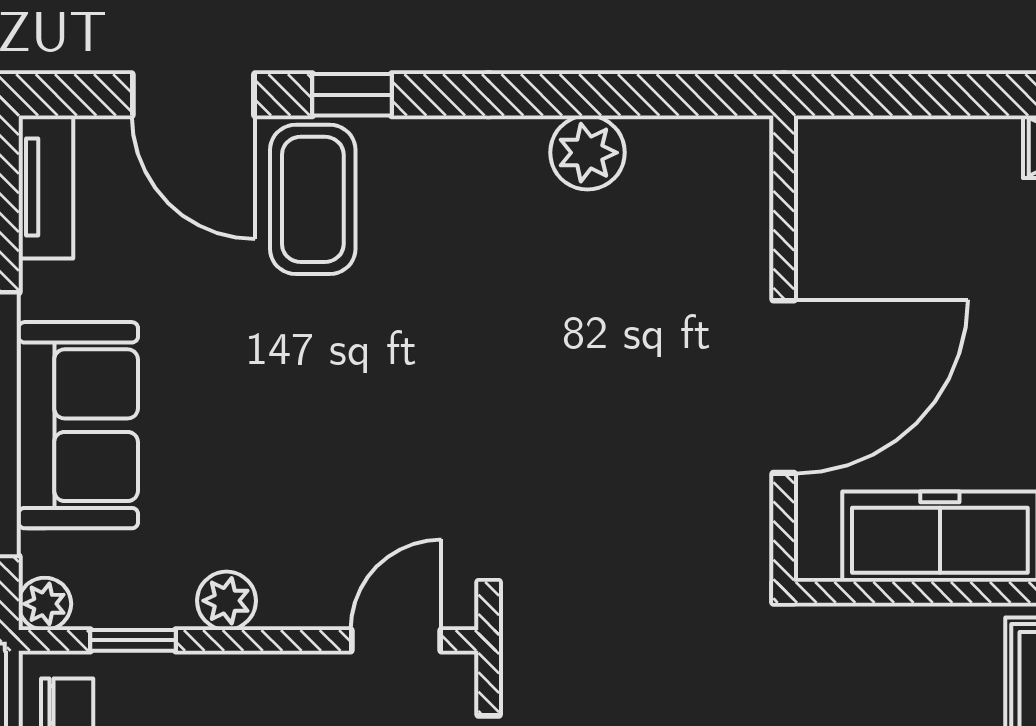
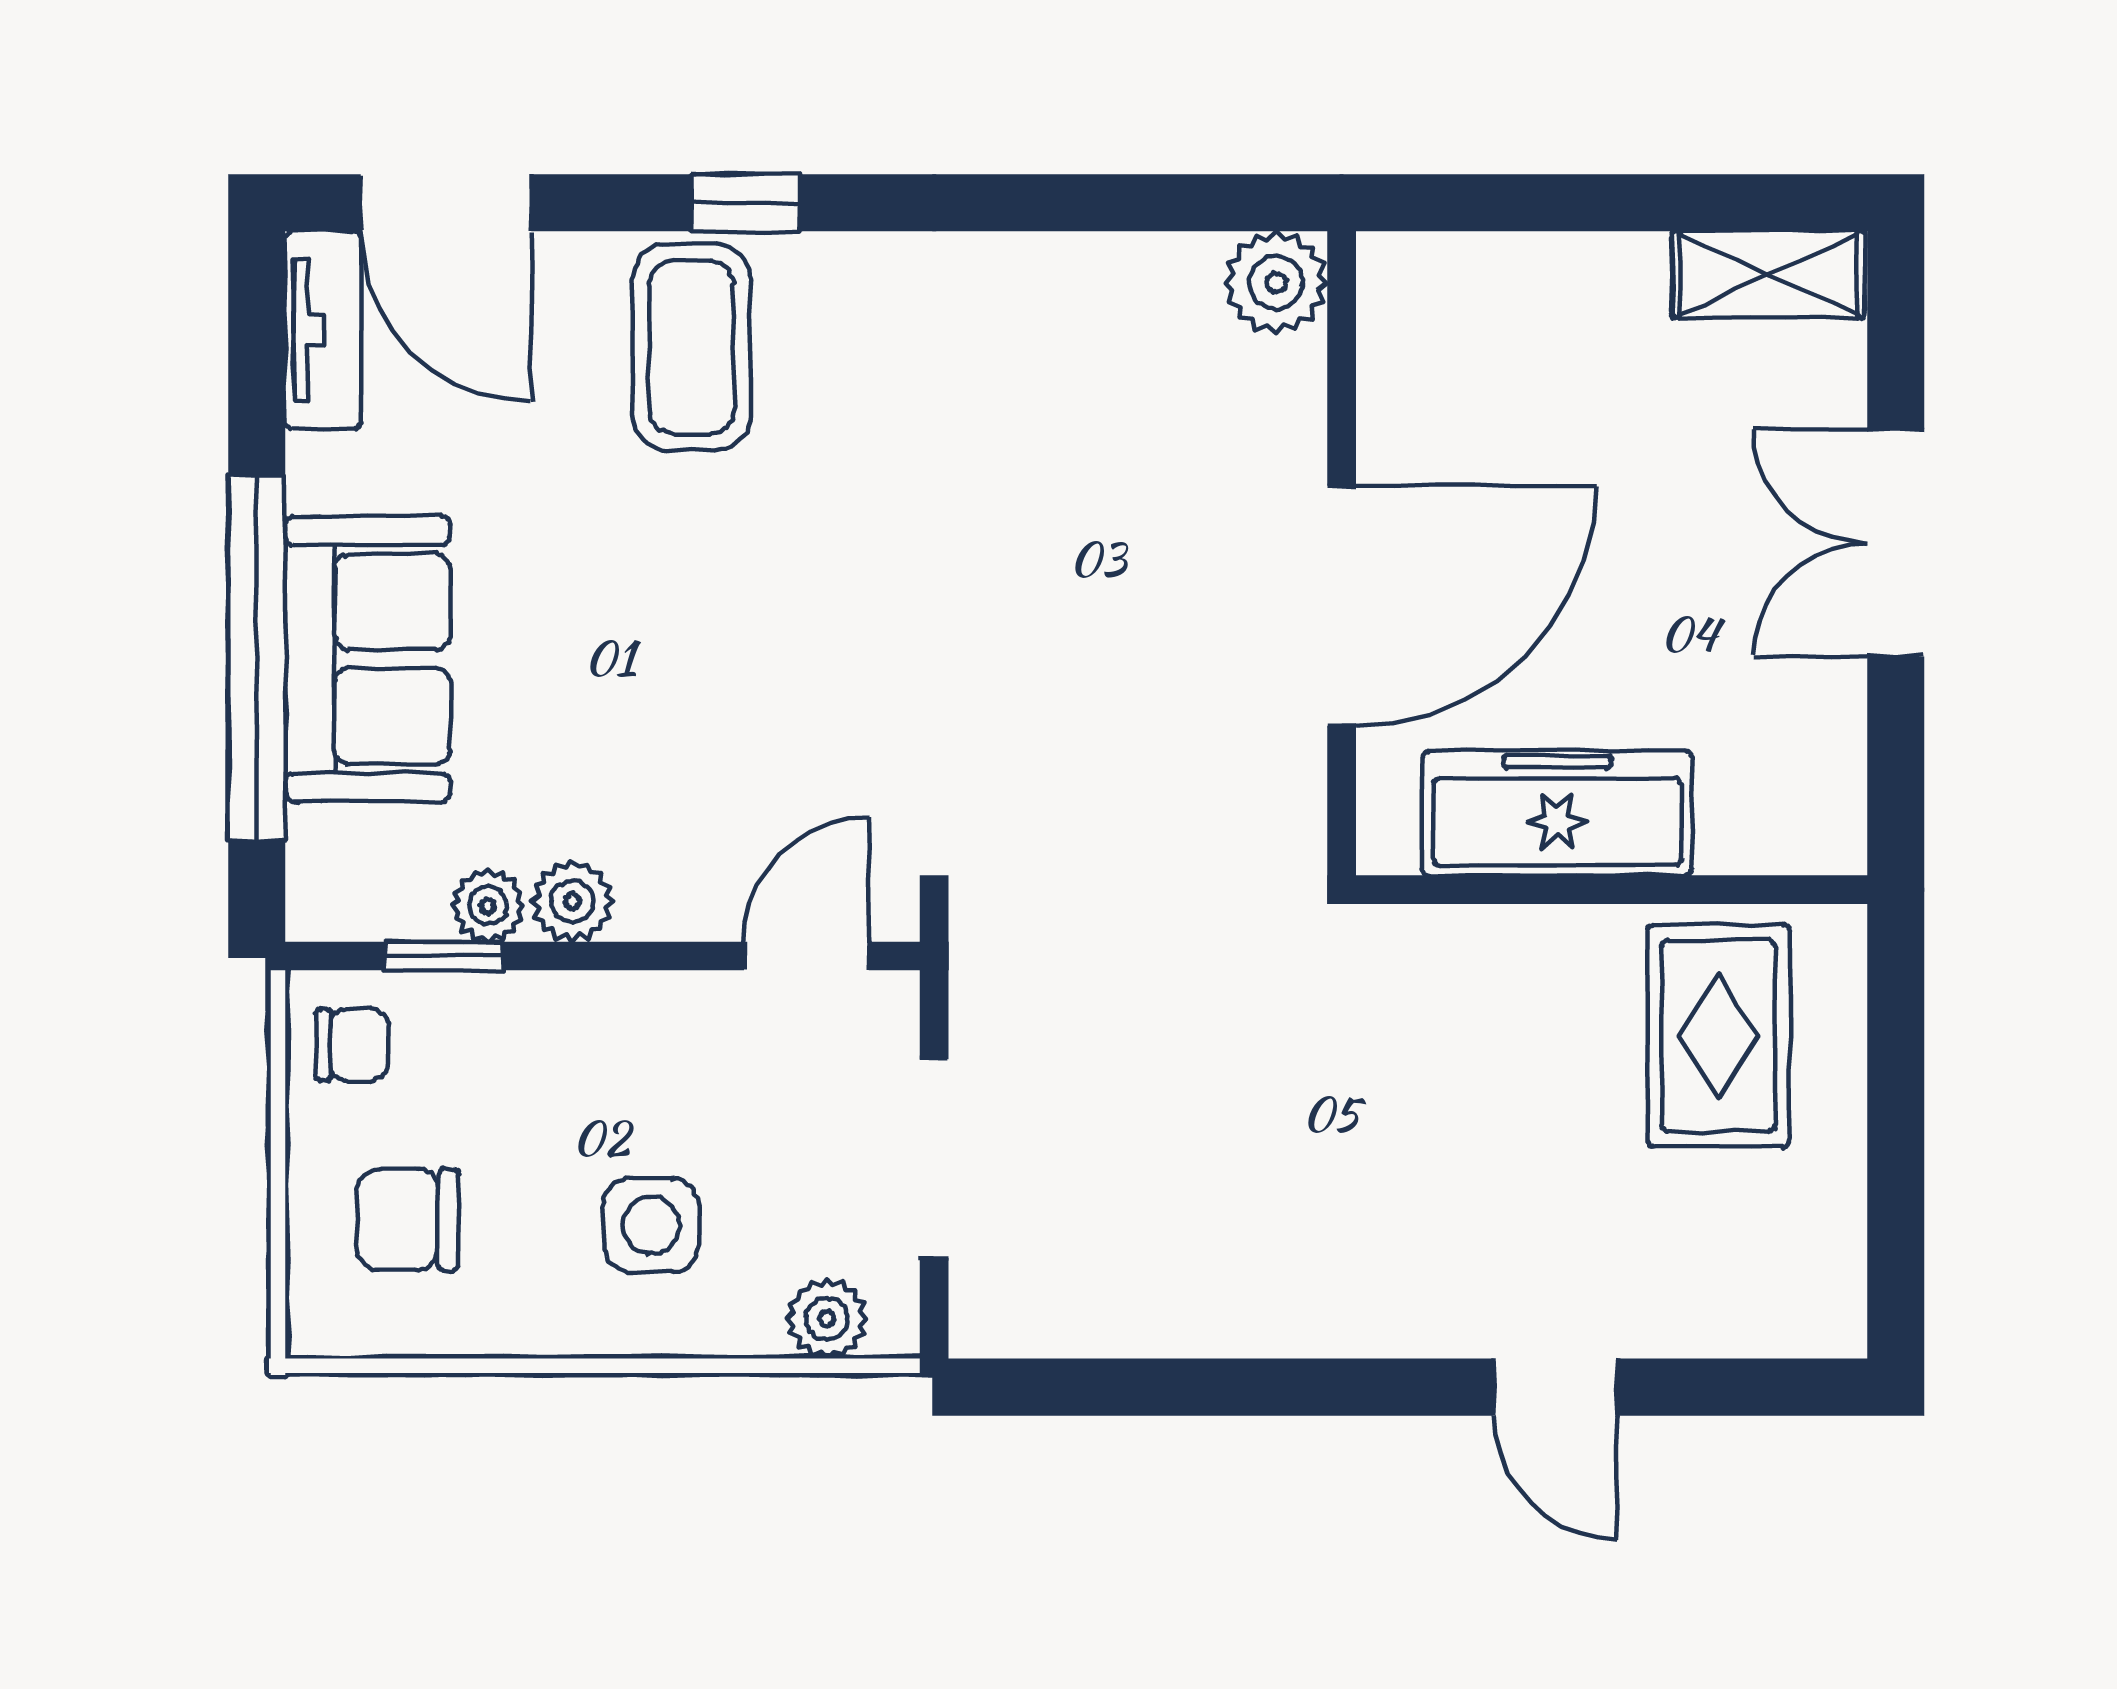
door: (193, 95) -> (446, 203), moved
plant: (587, 153) -> (1276, 283), moved
plant: (45, 604) -> (488, 906), moved

